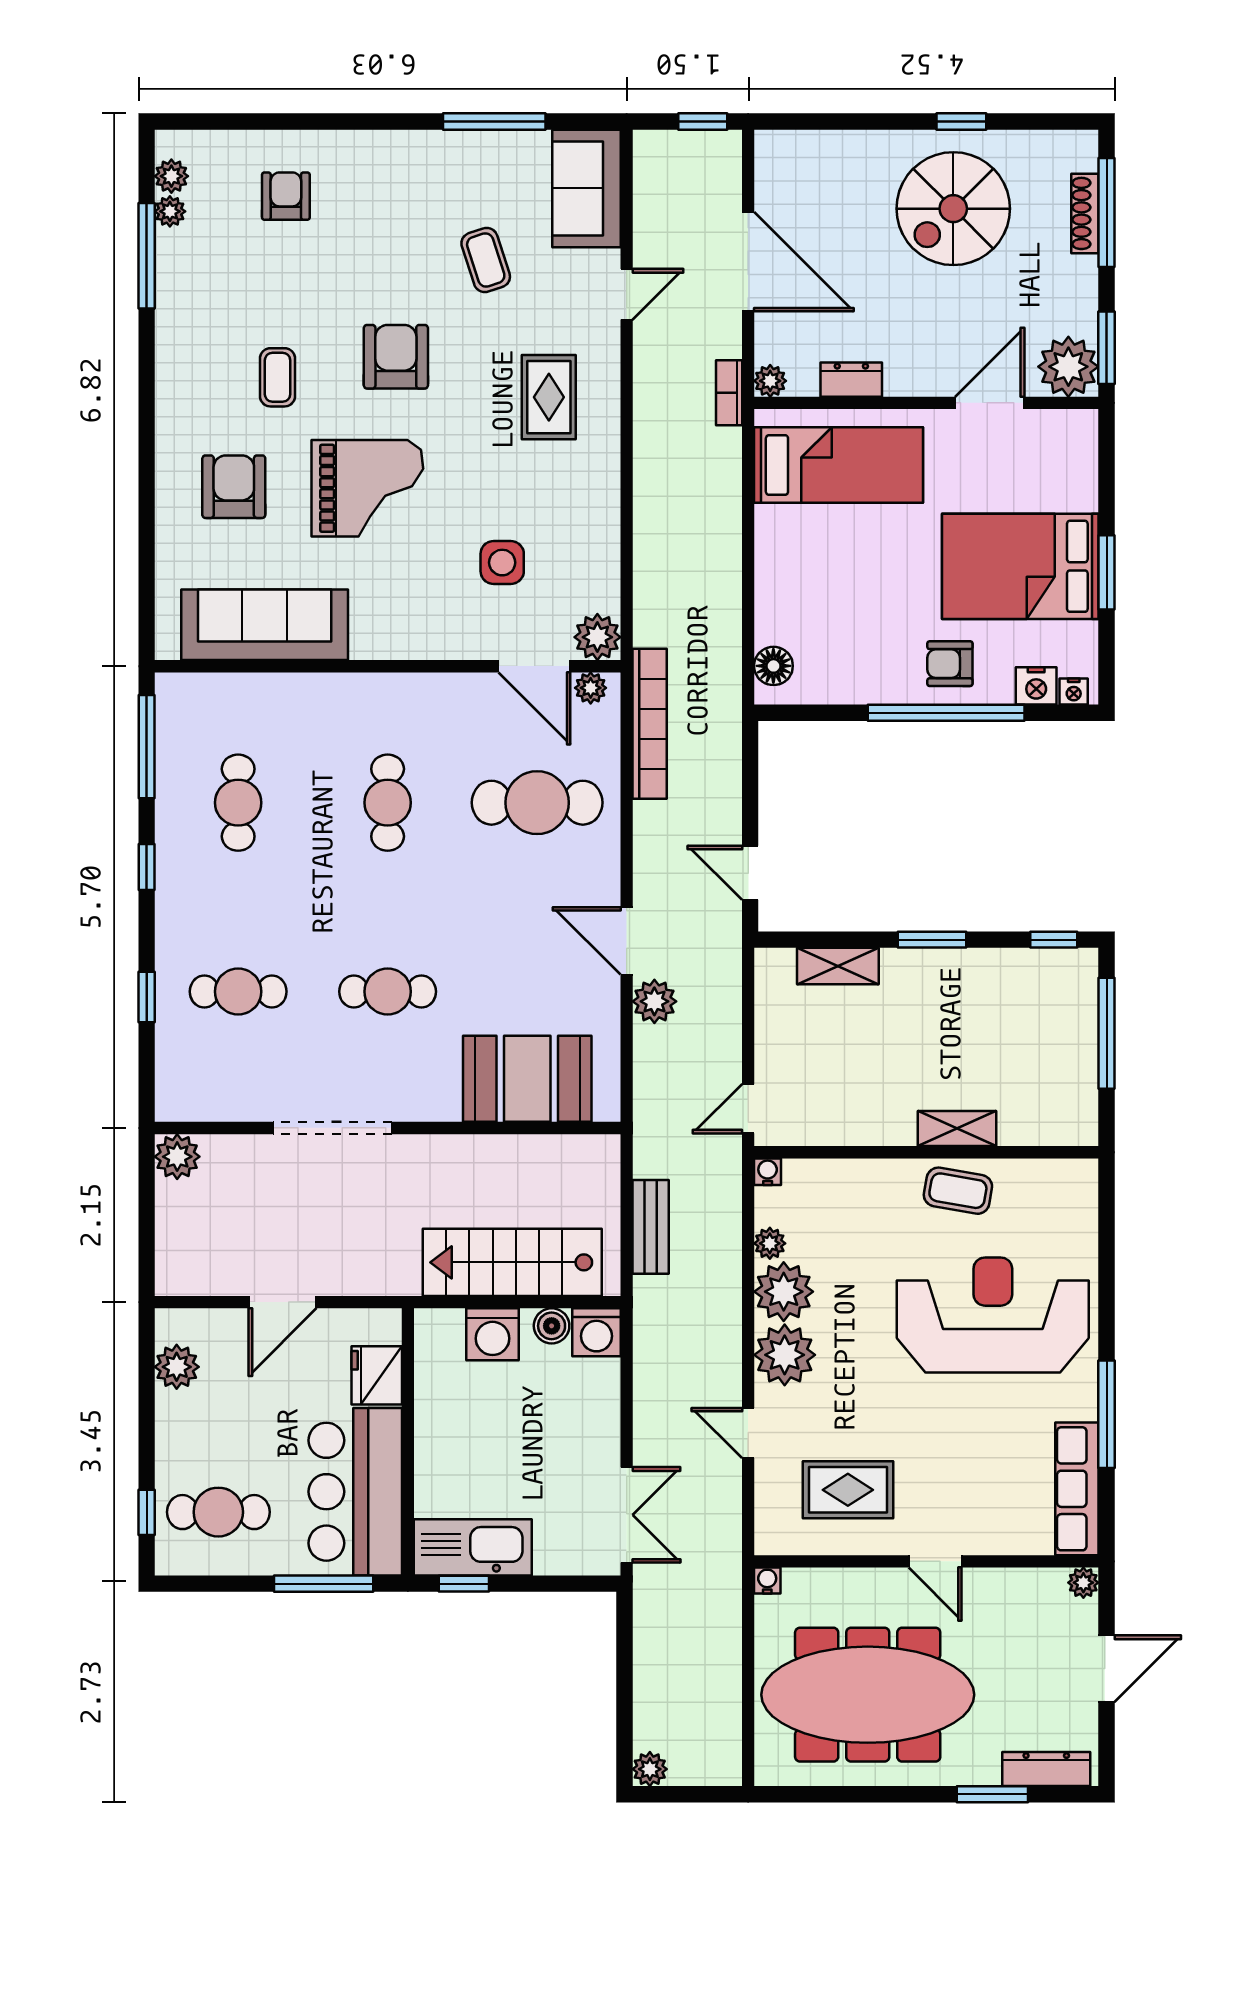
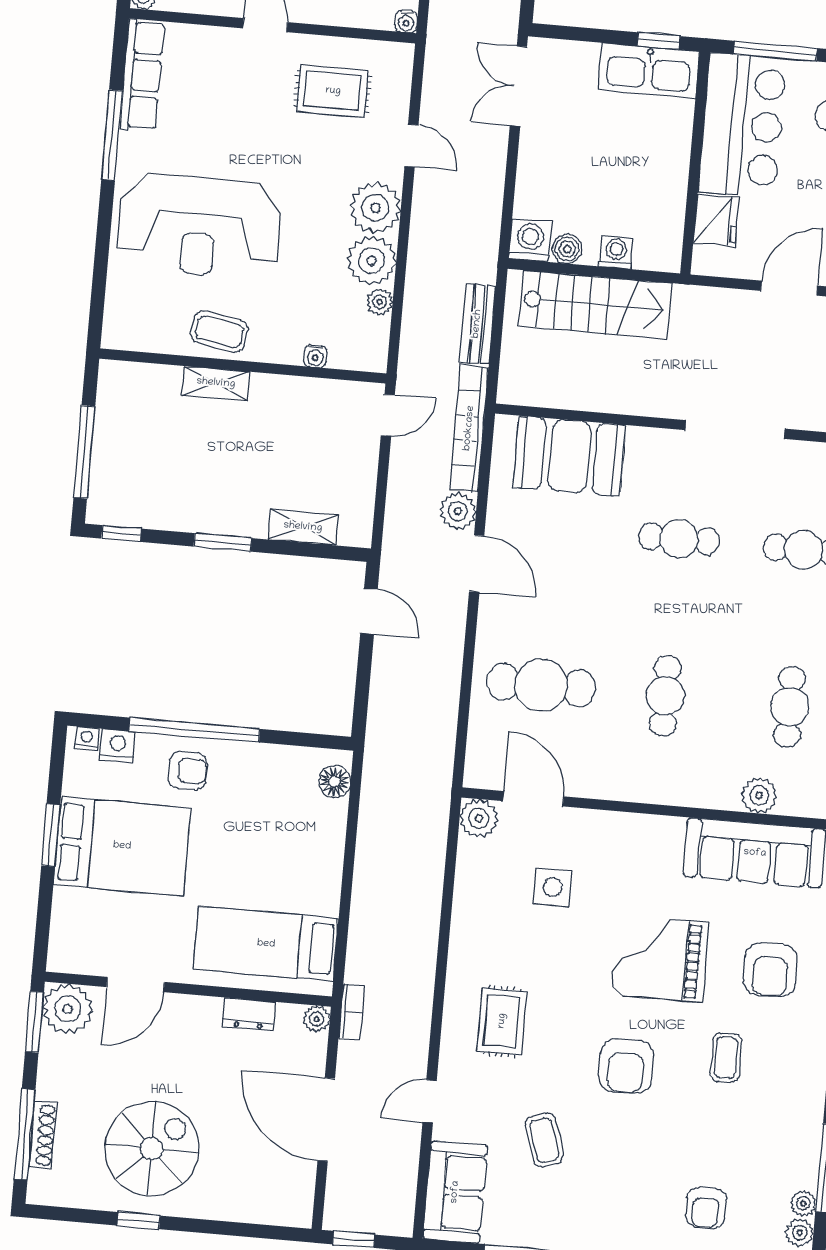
plant: (591, 688) -> (759, 795), moved, width x1.38, depth x1.38
bookcase: (650, 724) -> (469, 428), moved
water cooler: (768, 1172) -> (315, 356), moved
washing machine: (492, 1334) -> (616, 252), width x0.73, depth x0.73

